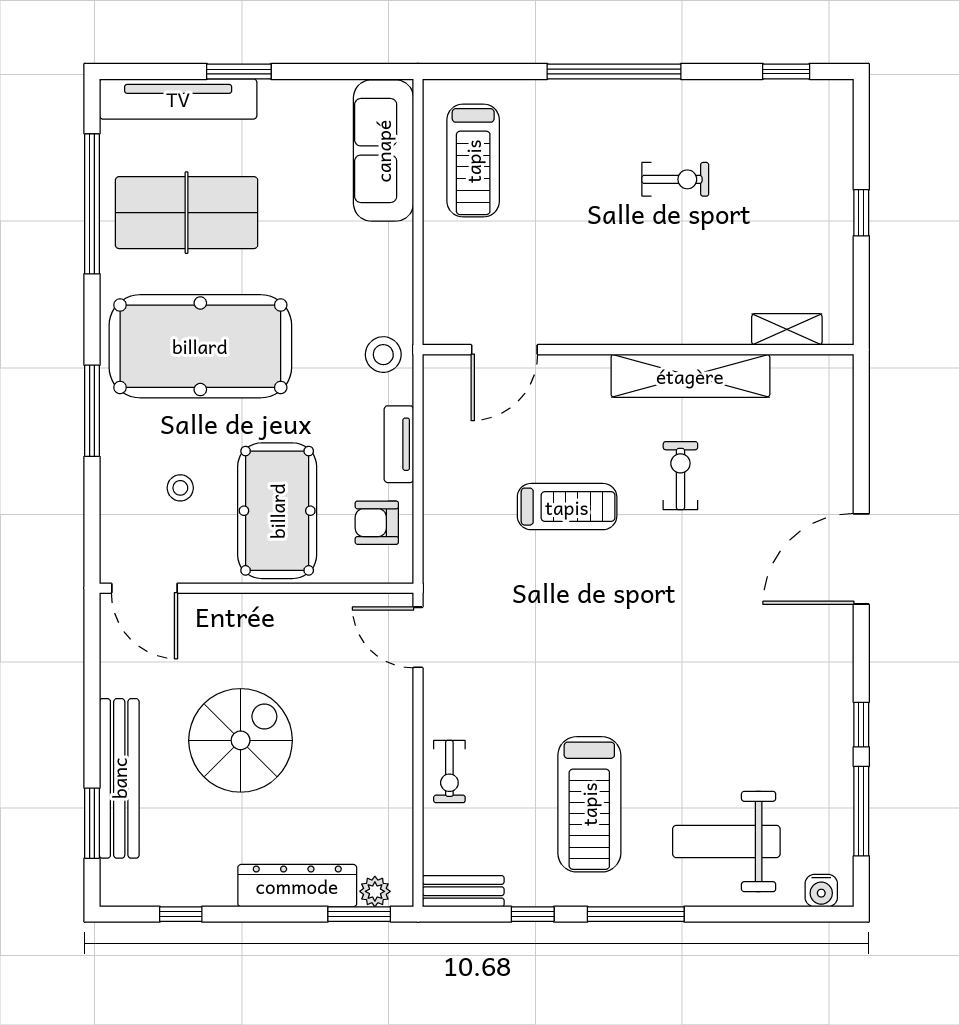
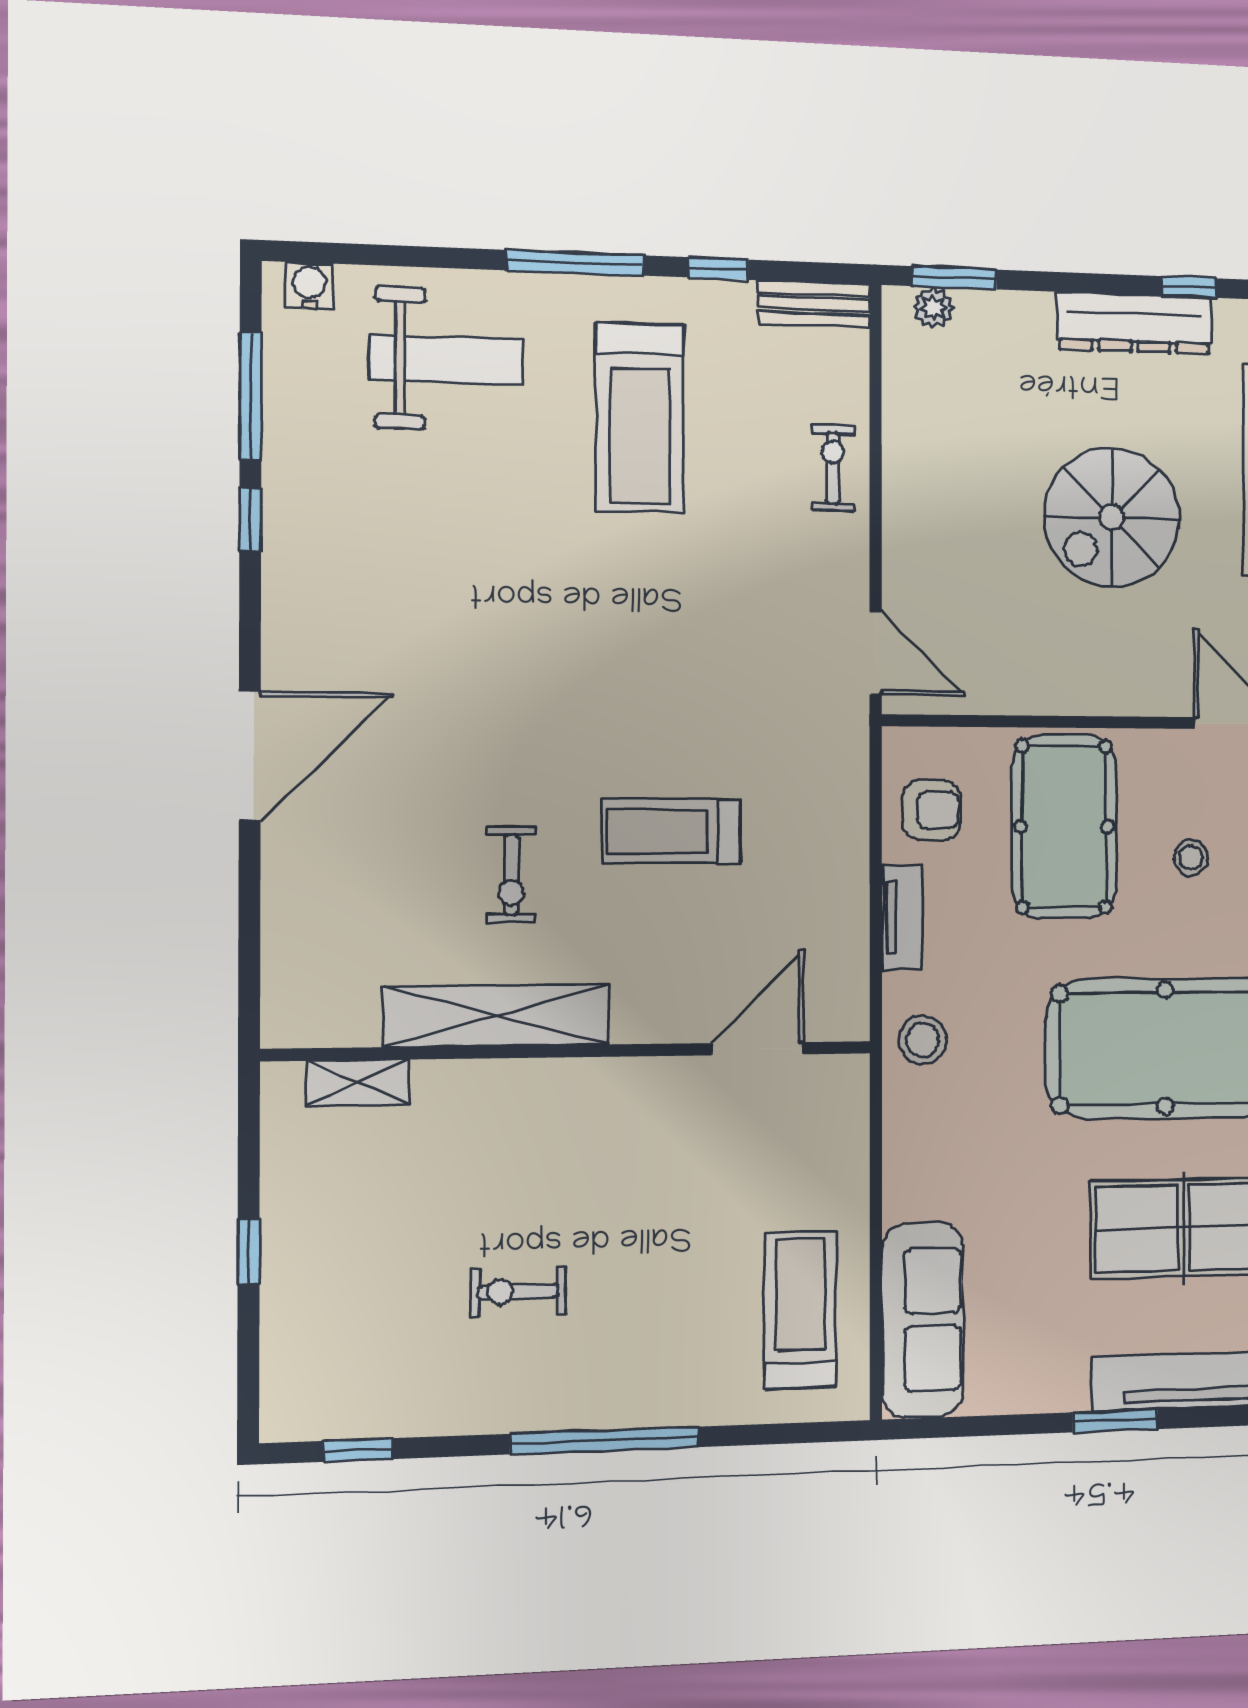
treadmill: (589, 804) -> (640, 418), turned 180
dresser: (297, 886) -> (1134, 323), moved

